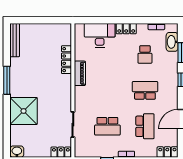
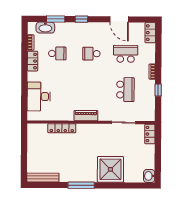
locker: (126, 29) -> (33, 61), moved
piano: (80, 73) -> (86, 116), moved
school desk: (145, 90) -> (91, 54), width x0.54

